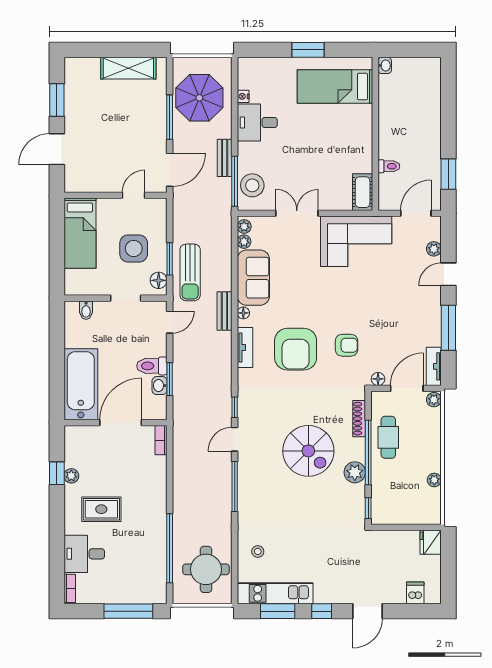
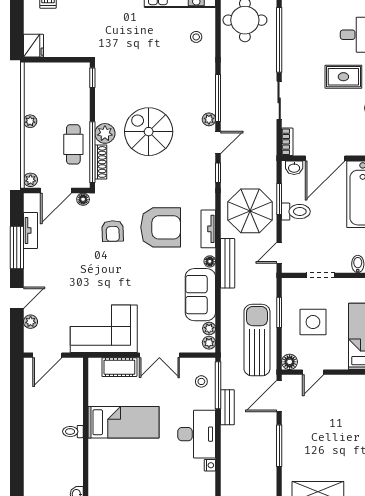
bed: (335, 87) -> (124, 422), moved
parasol: (199, 98) -> (250, 211), moved
desk: (257, 122) -> (197, 434), width x1.37
toilet: (389, 166) -> (73, 432), moved
window: (448, 174) -> (17, 392), removed
stool: (252, 185) -> (201, 381), width x0.53, depth x0.53
cot: (363, 192) -> (119, 367), moved, turned 90
sun lounger: (190, 272) -> (257, 340), moved, width x1.36, depth x1.34
floor lamp: (159, 280) -> (290, 362), moved
bench: (224, 311) -> (228, 263), width x1.36
armchair: (347, 345) -> (113, 231), turned -92
armchair: (296, 349) -> (161, 227), turned 90
tv unit: (434, 366) -> (31, 230), moved
washbasin: (160, 386) -> (294, 168), moved, turned 90
window: (368, 453) -> (92, 152), moved
plant: (244, 464) -> (209, 119), added
plant: (355, 472) -> (105, 133), moved
plant: (434, 480) -> (30, 121), moved
sliding door: (170, 484) -> (279, 100), added

